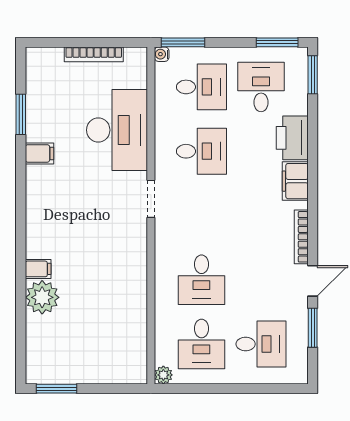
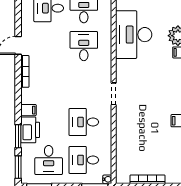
desk: (117, 130) -> (134, 35), moved
filing cabinet: (295, 181) -> (28, 110), width x0.50
window: (313, 328) -> (18, 136), moved

